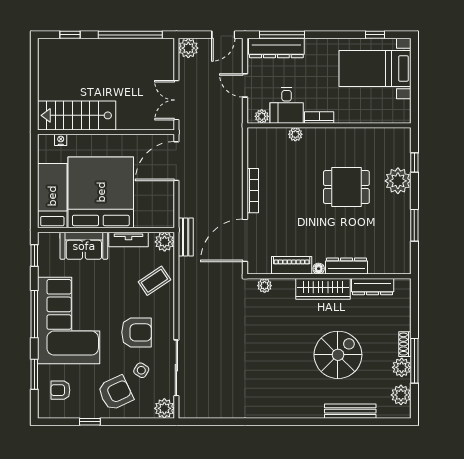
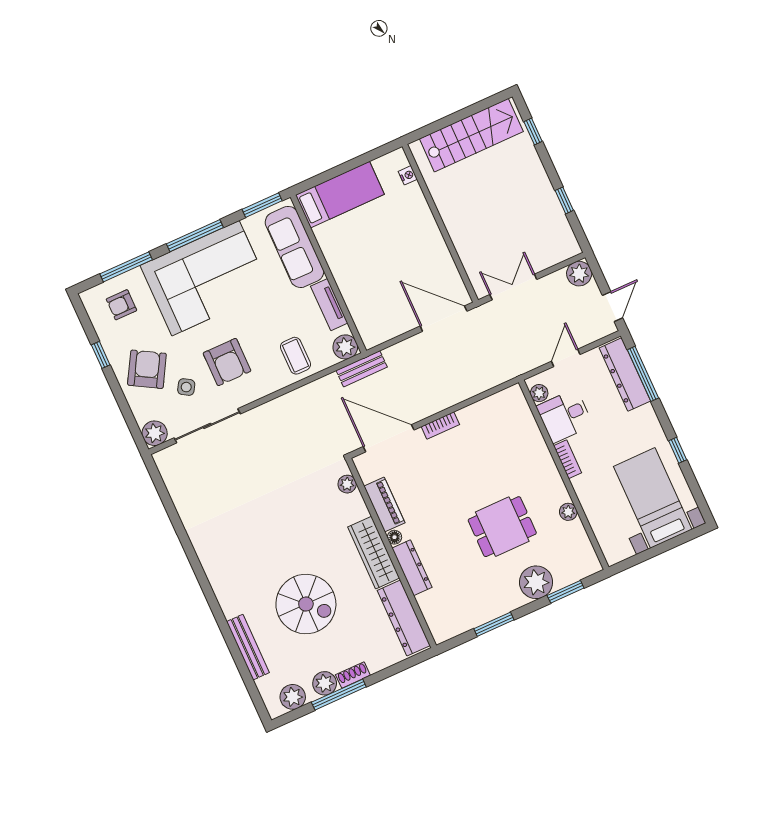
window: (130, 35) -> (564, 200), width x0.32
door: (223, 35) -> (612, 307), swing flipped
window: (375, 35) -> (678, 450), moved
stairs: (77, 115) -> (471, 135), moved, turned 90
plant: (295, 134) -> (568, 512), moved
window: (414, 163) -> (566, 592), width x1.50
dining table: (346, 187) -> (502, 527), turned 90
bookcase: (253, 191) -> (440, 425), width x0.64
bed: (101, 192) -> (369, 249), removed
sofa: (84, 246) -> (294, 247), width x1.36
window: (34, 255) -> (262, 205), width x1.50
coffee table: (154, 281) -> (295, 356), turned 34
dresser: (373, 287) -> (404, 618), width x1.37, depth x1.24
window: (34, 374) -> (126, 267), width x1.44
armchair: (60, 390) -> (121, 305), turned -90
armchair: (115, 393) -> (147, 369), turned -125

